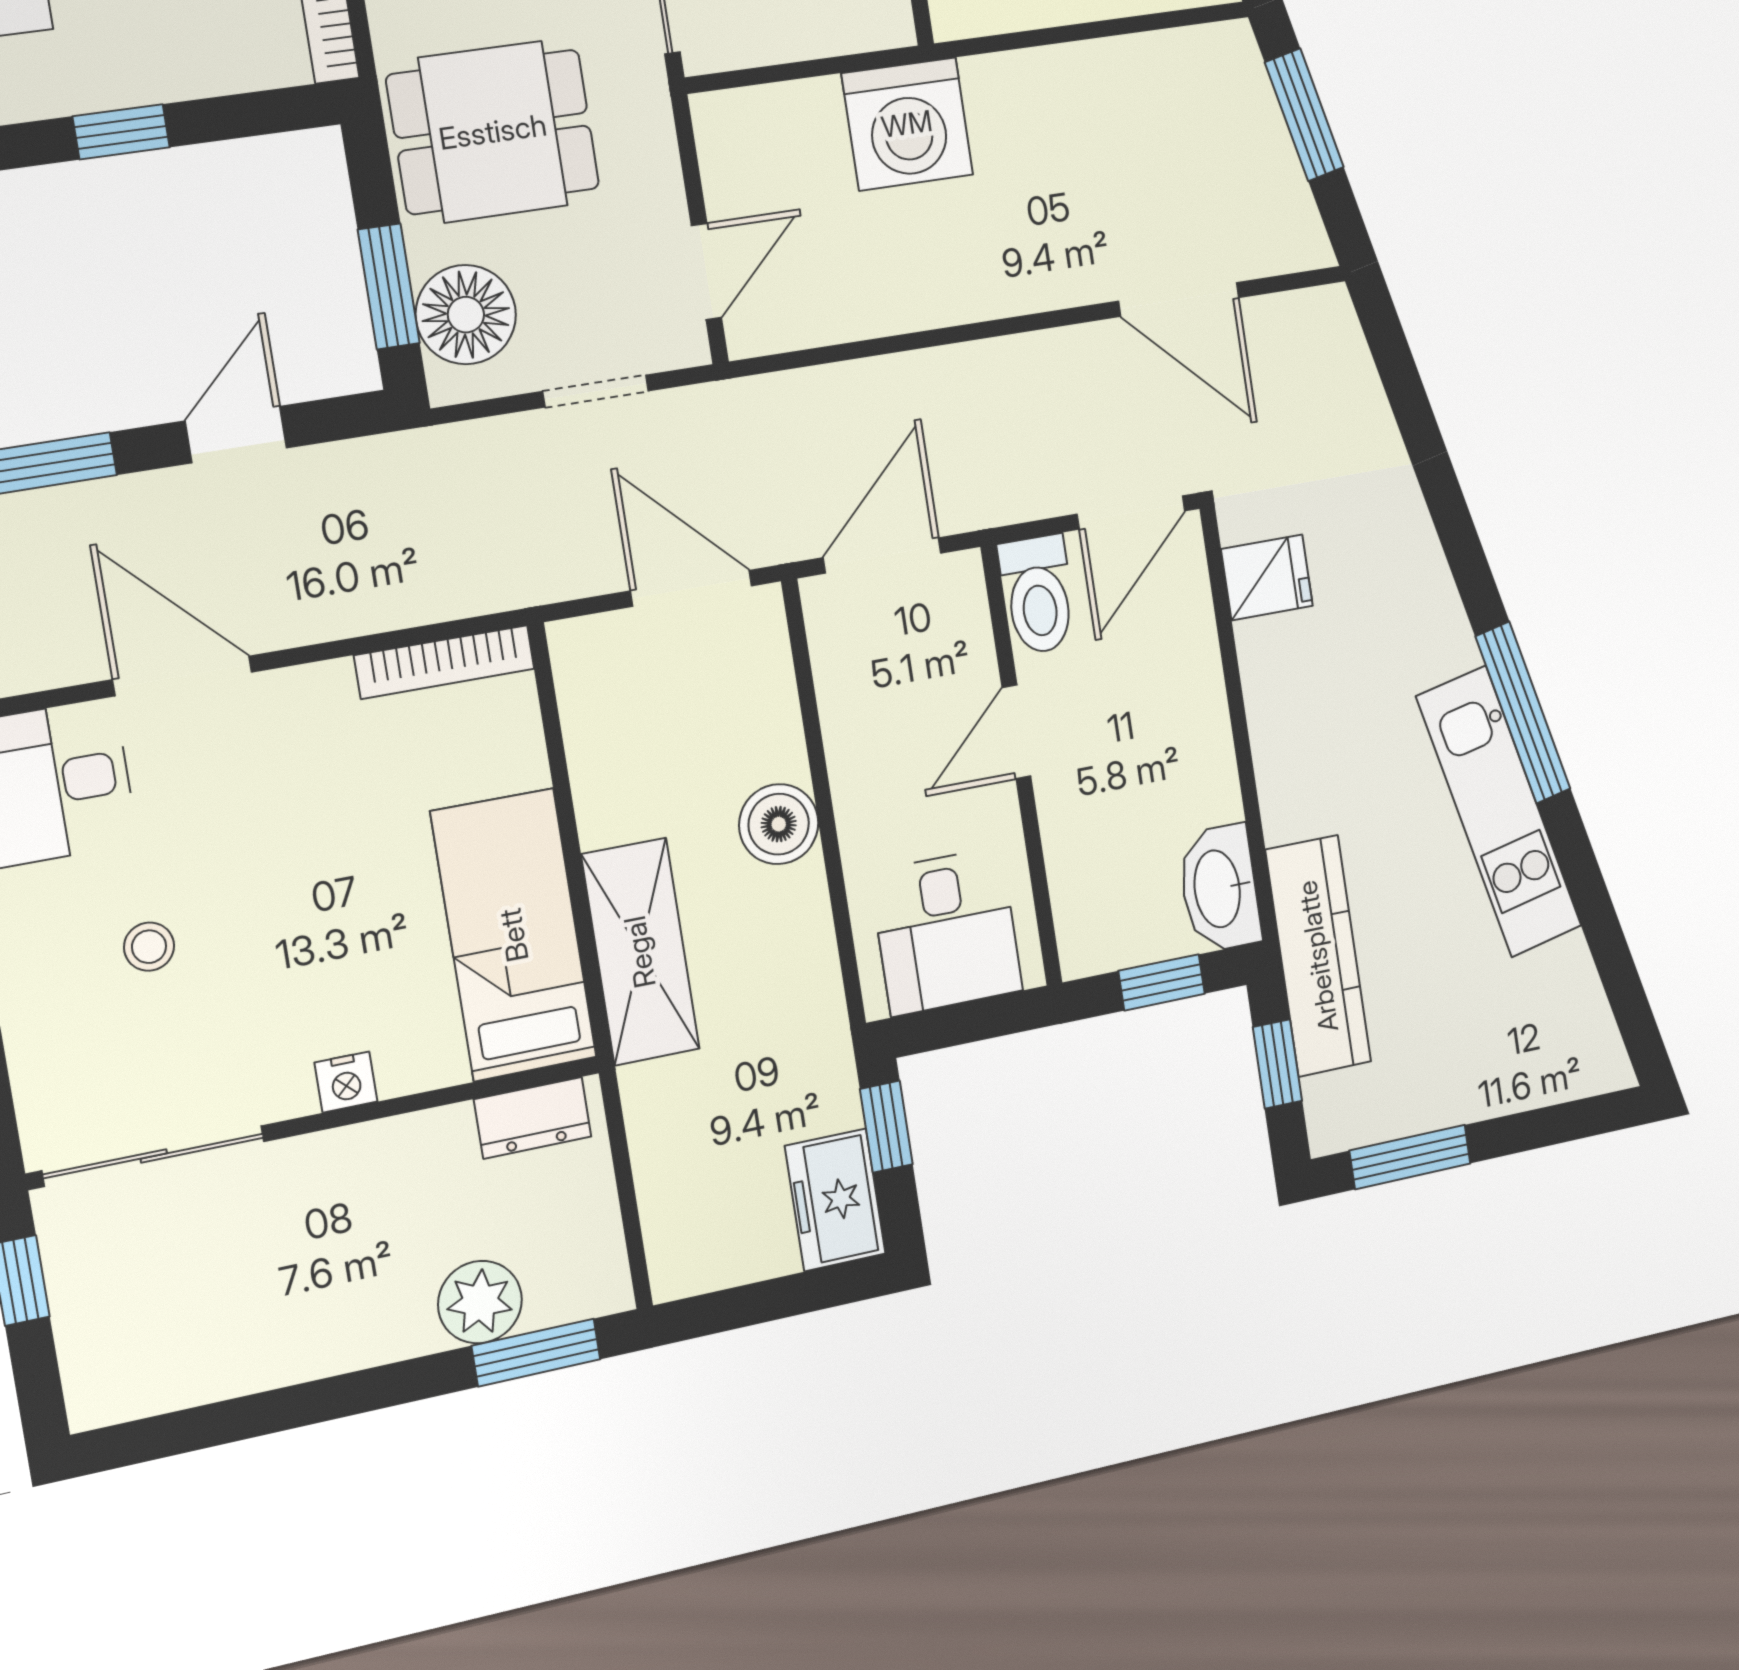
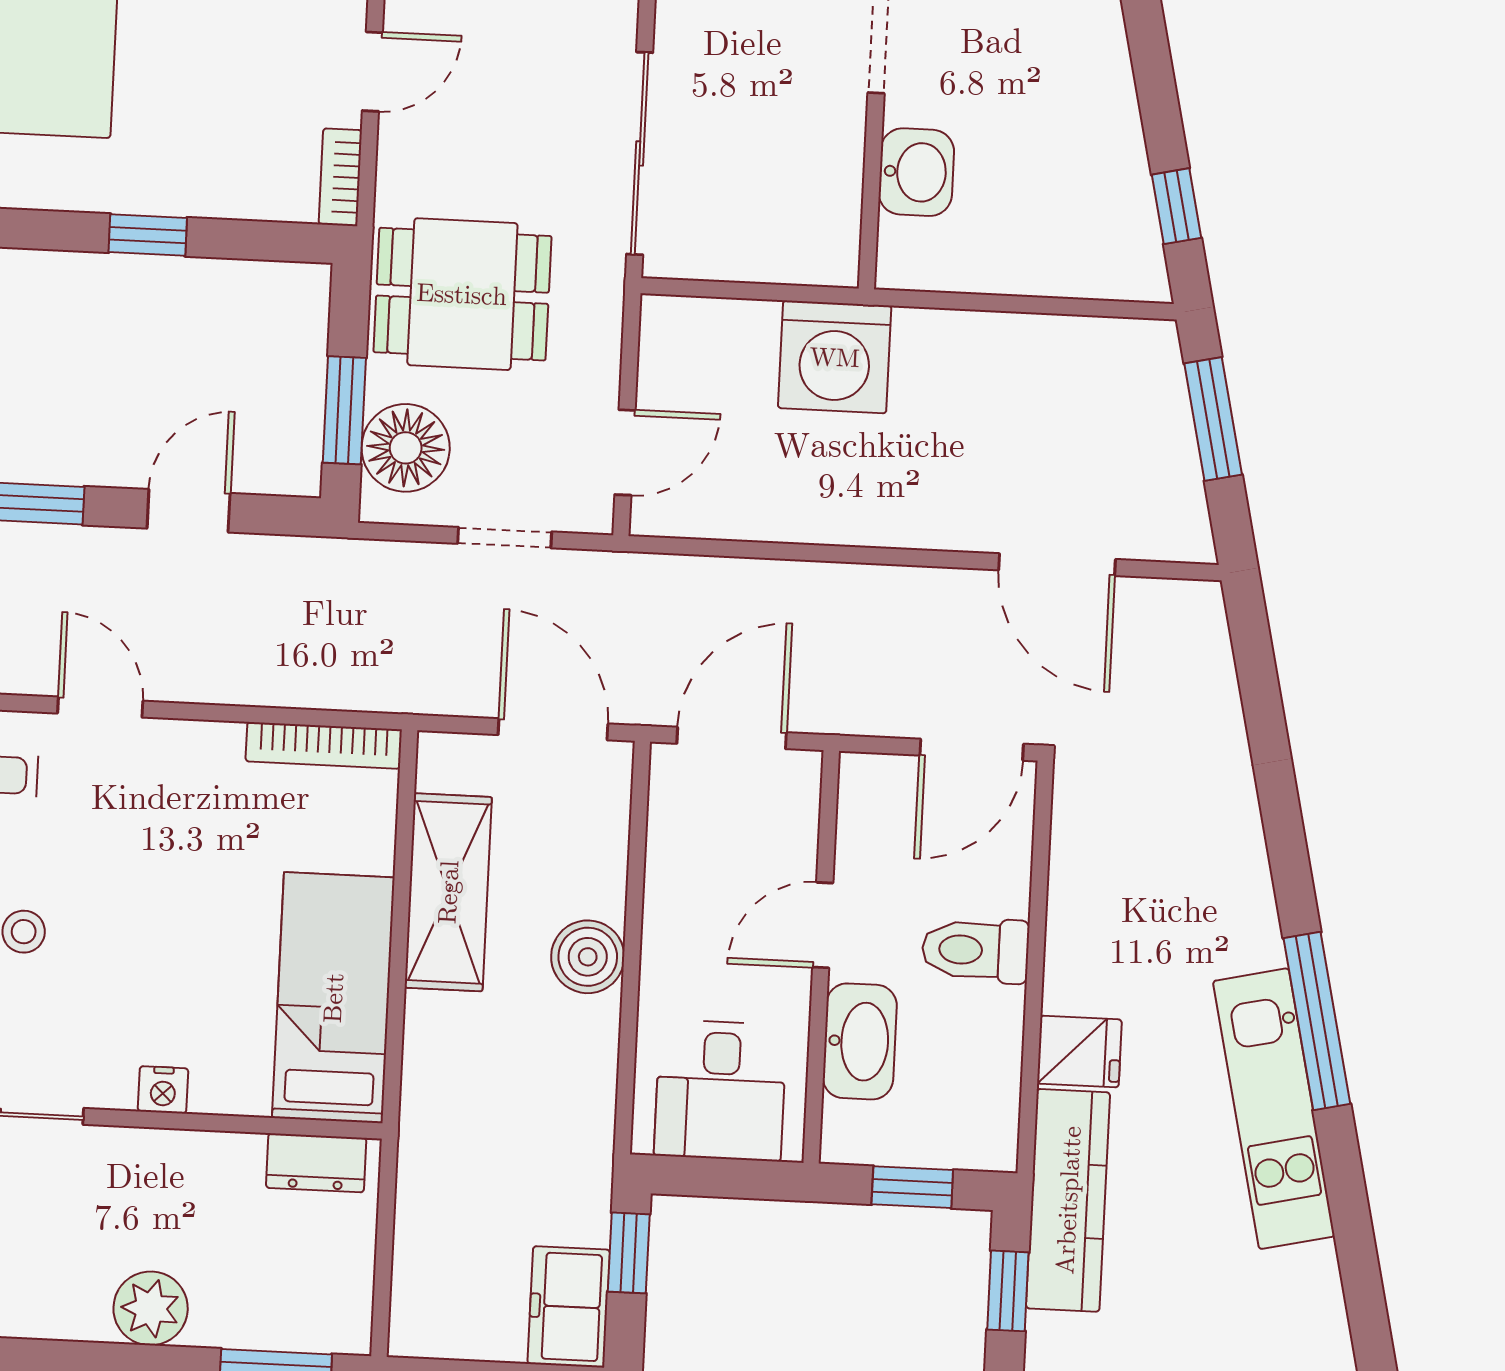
fridge: (1267, 577) -> (1079, 1052), moved
toilet: (1038, 595) -> (975, 950), moved, turned 90
door: (182, 676) -> (100, 707), width x0.73
washbasin: (1219, 888) -> (860, 1041), moved, turned 180
shelving: (640, 952) -> (448, 892), moved
plant: (480, 1302) -> (151, 1308), moved

